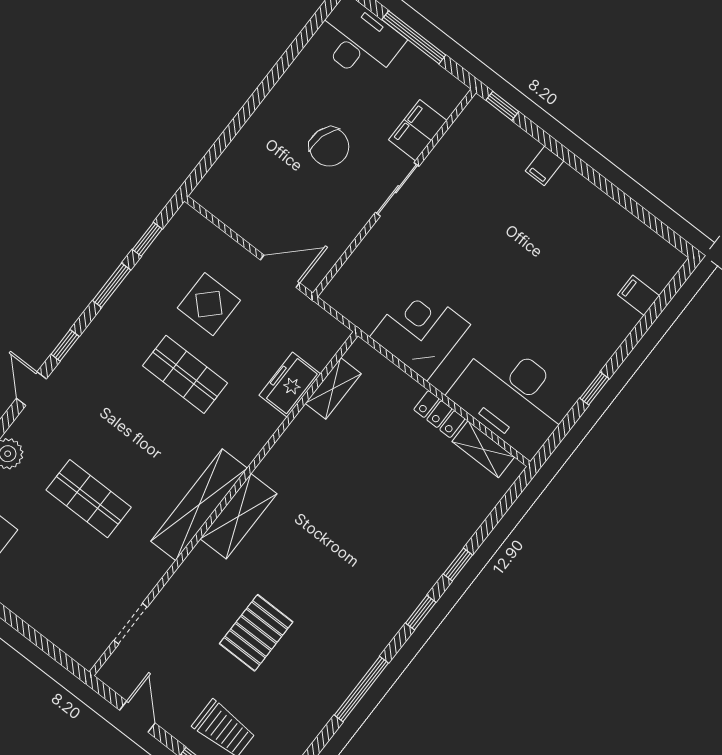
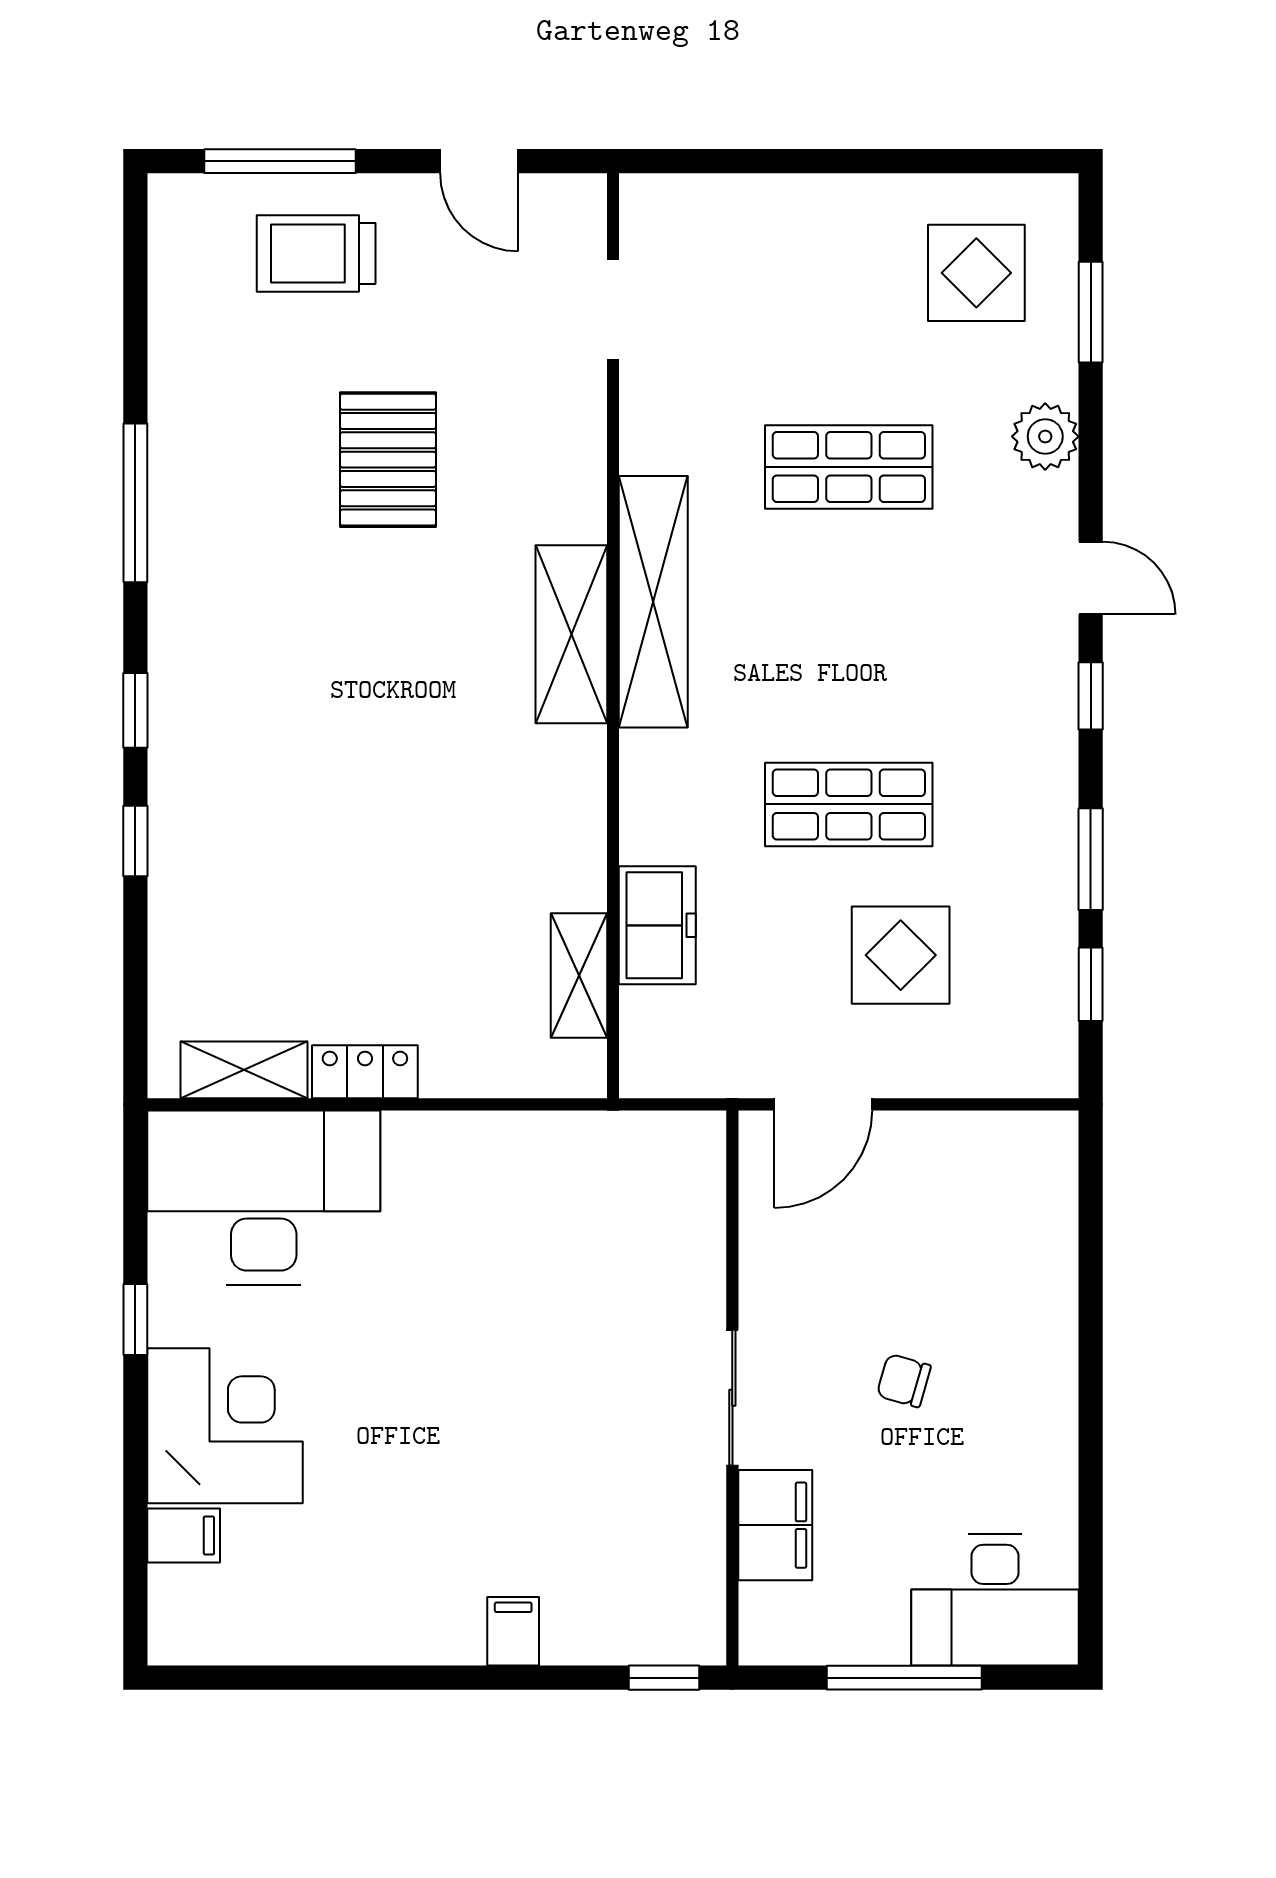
chair: (329, 147) -> (904, 1381), width x0.54, depth x0.54
corner desk: (420, 331) -> (225, 1426), moved, turned -90

